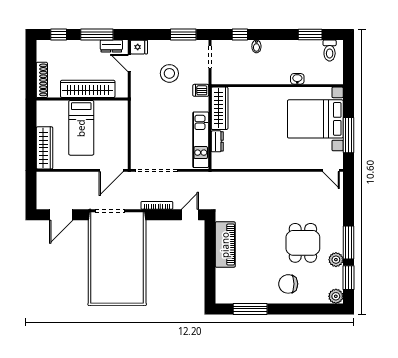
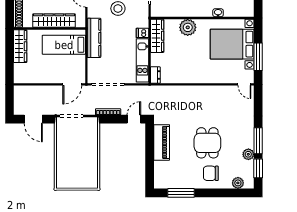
dishwasher: (201, 90) -> (142, 33), moved
plant: (259, 98) -> (188, 27), added
kitchen counter: (139, 111) -> (94, 38), added
bed: (81, 128) -> (64, 45), moved, turned 90
dresser: (217, 141) -> (155, 75), moved
wardrobe: (44, 148) -> (20, 46), moved
door: (61, 215) -> (33, 119), hinge flipped
dining table: (303, 243) -> (207, 143), moved
plant: (336, 296) -> (238, 183), moved

